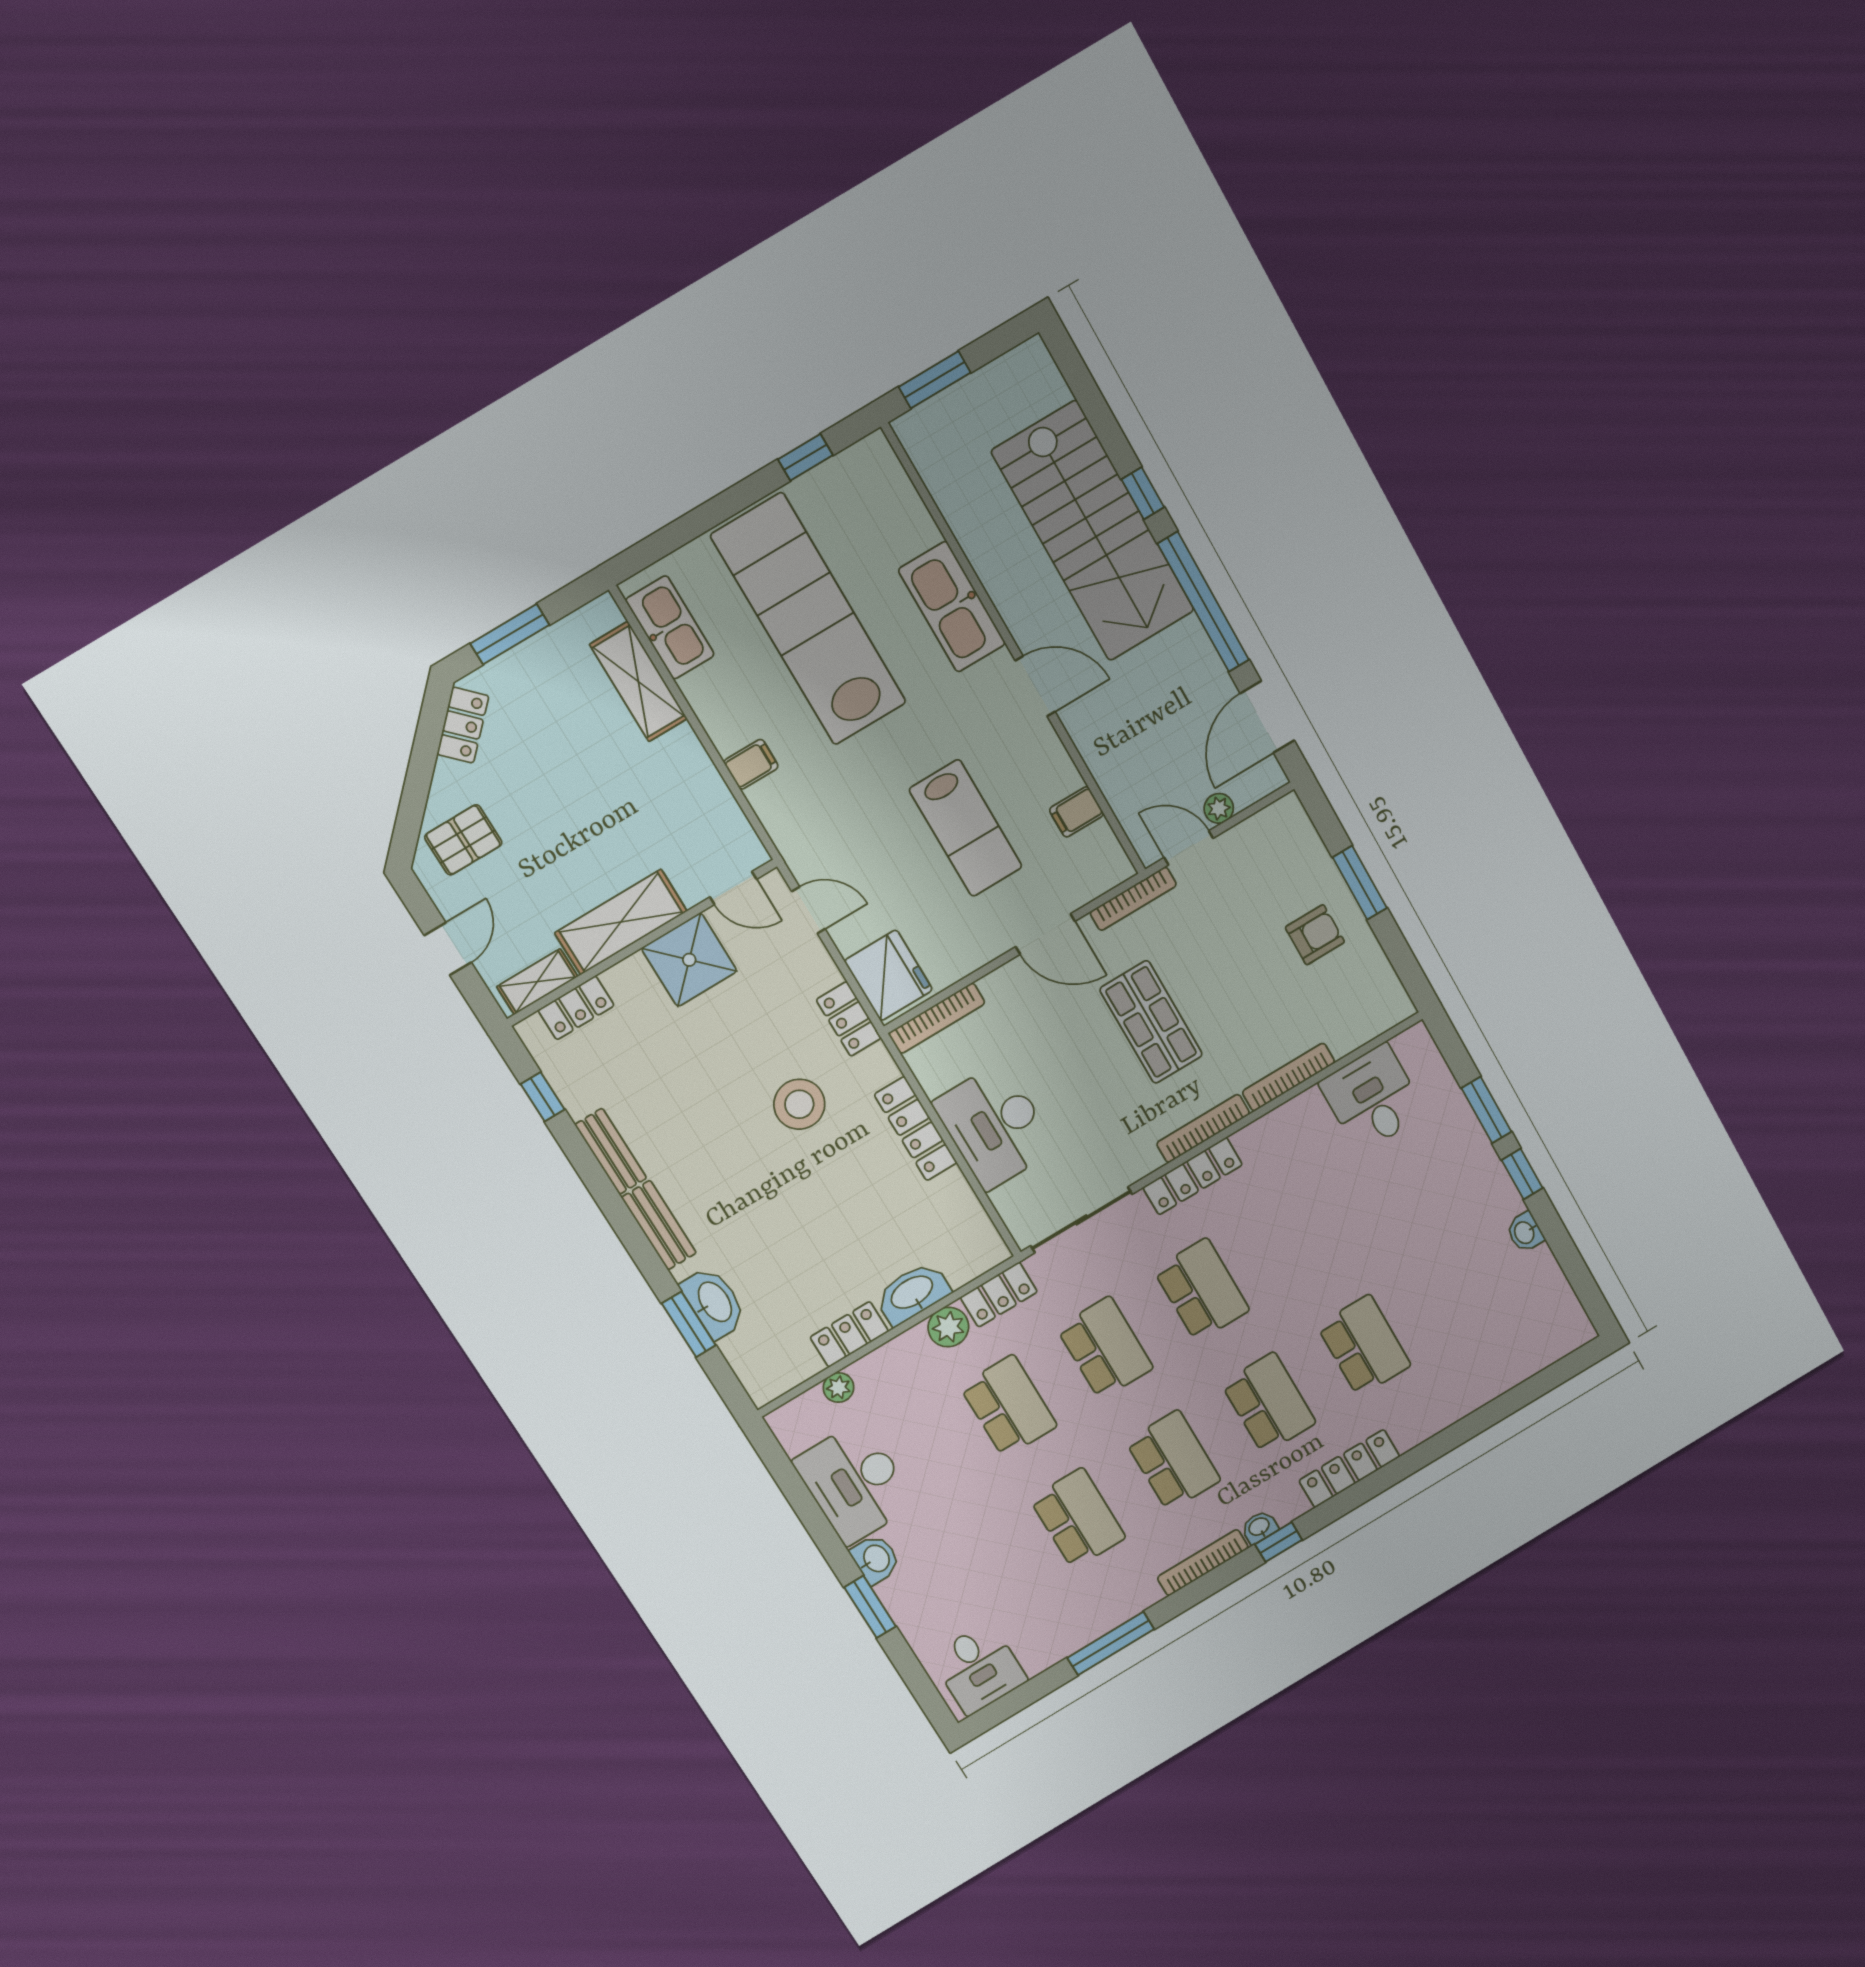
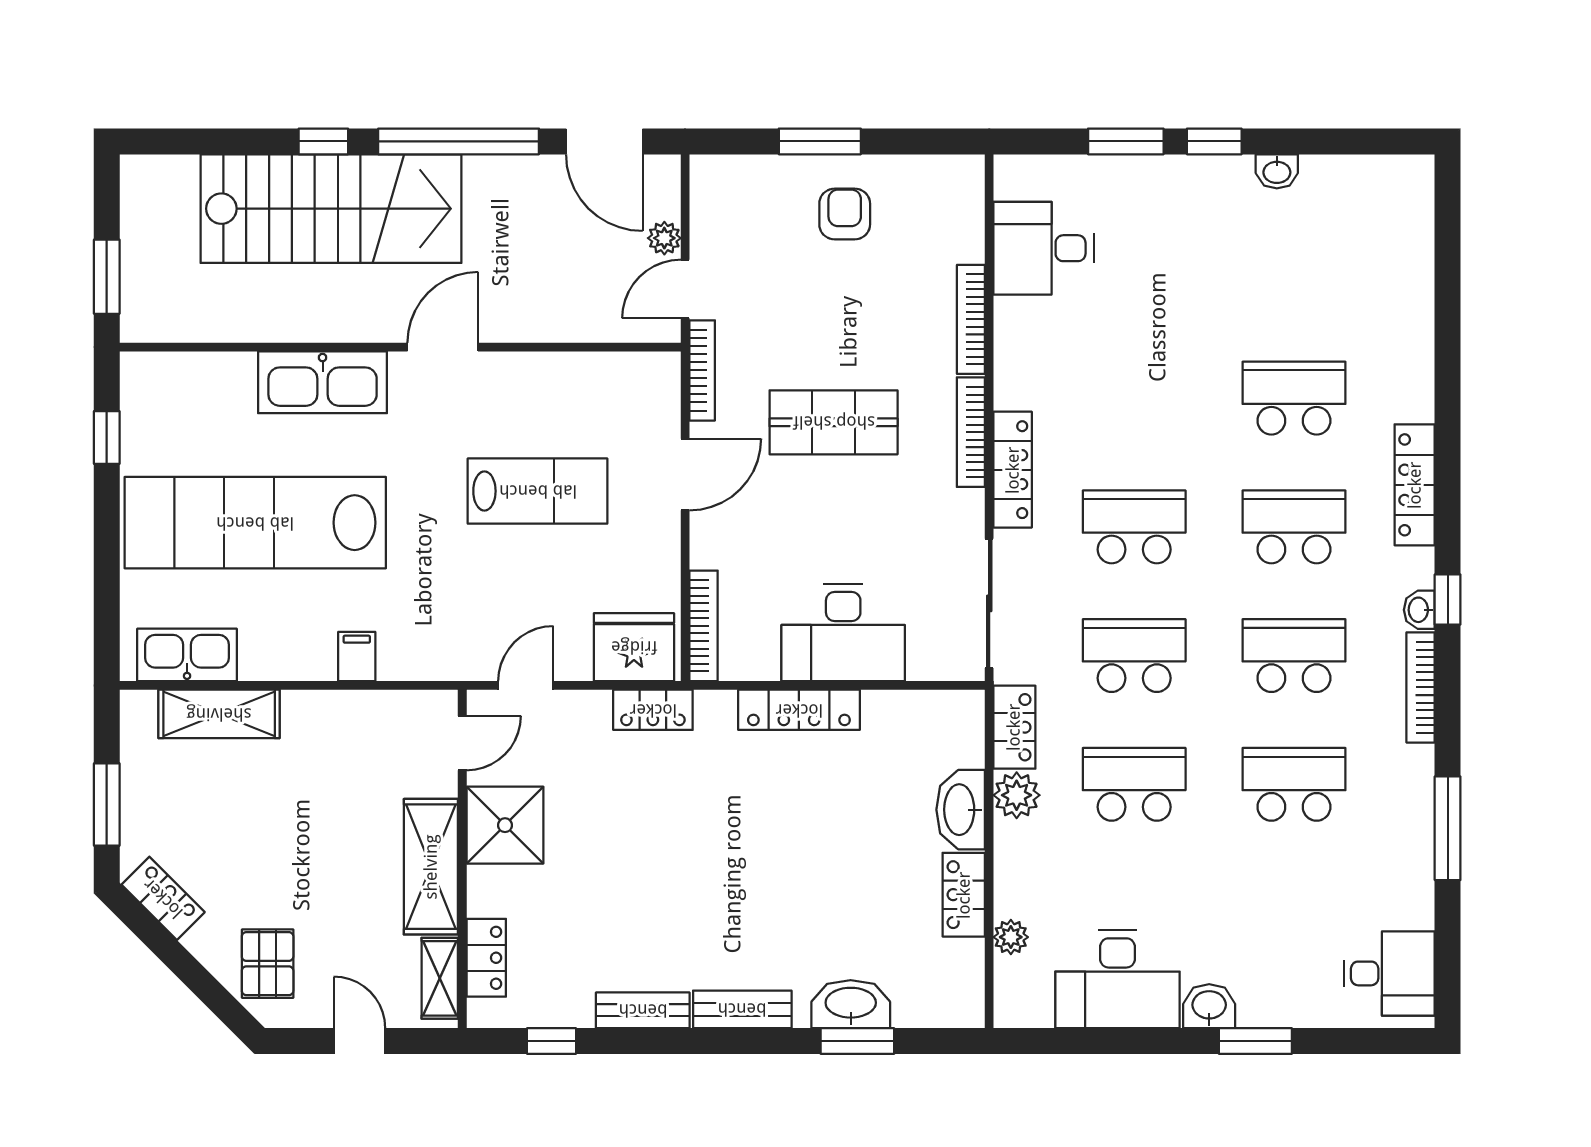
filing cabinet: (1076, 812) -> (586, 377), removed
stool: (799, 1104) -> (707, 806), removed

